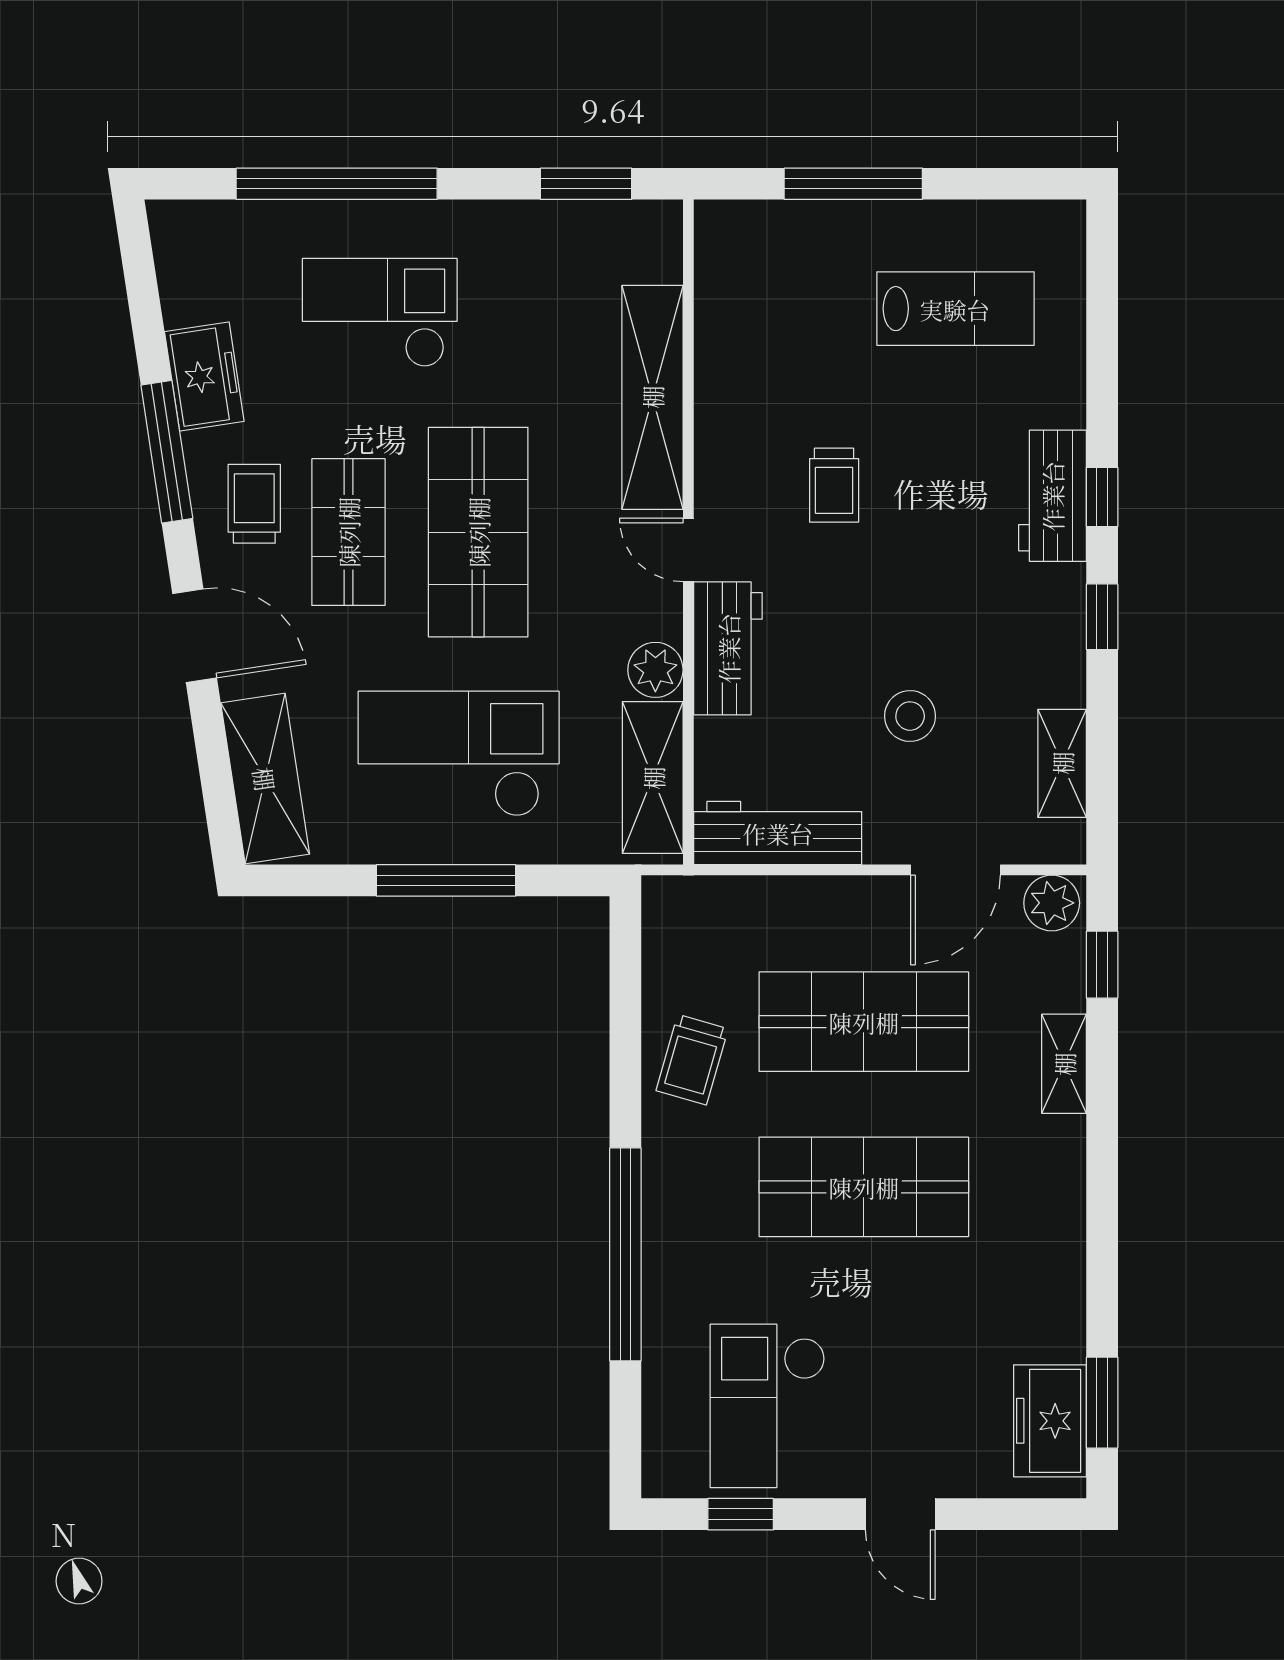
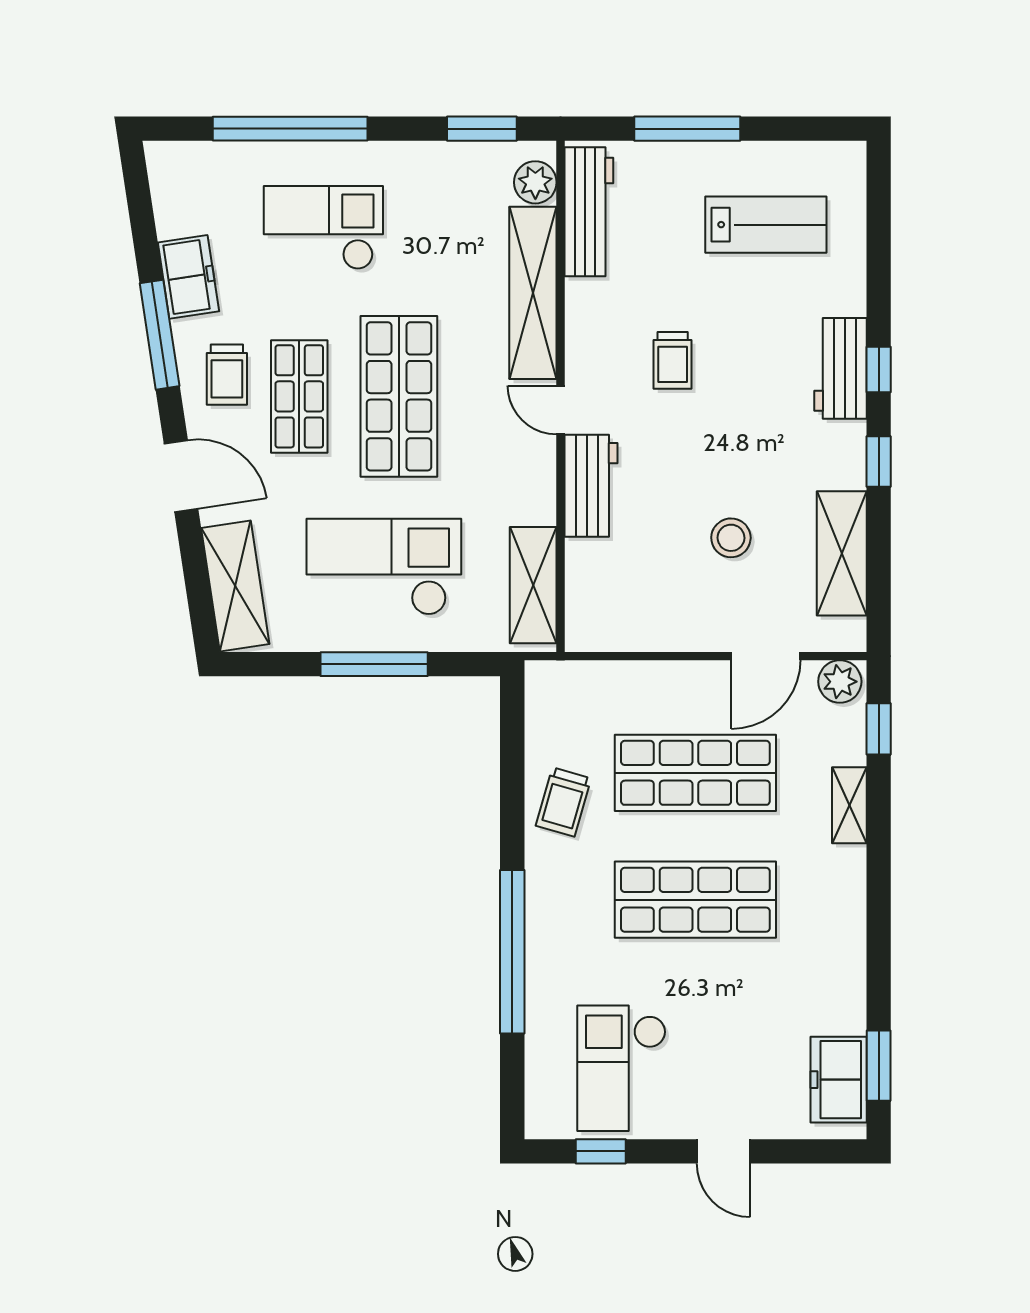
trolley: (254, 504) -> (227, 375), turned 180
plant: (655, 670) -> (535, 182), moved
shelving: (1062, 763) -> (842, 553), width x1.50, depth x1.33
workbench: (778, 833) -> (589, 212), moved, turned 90

